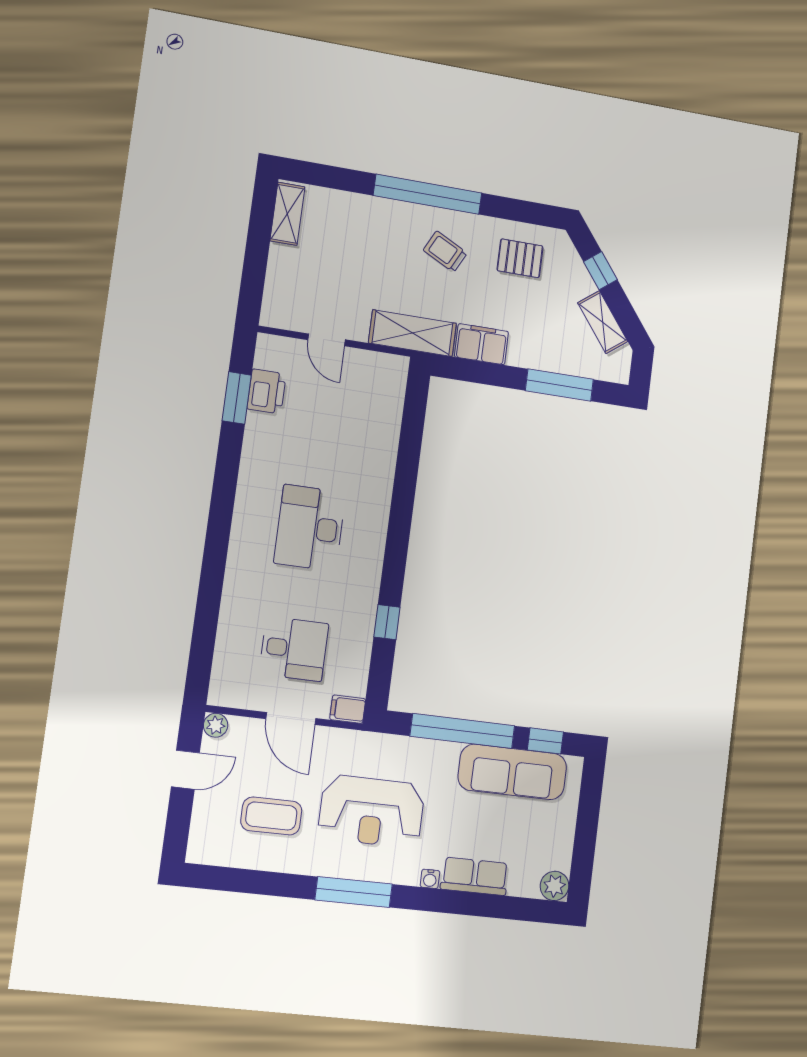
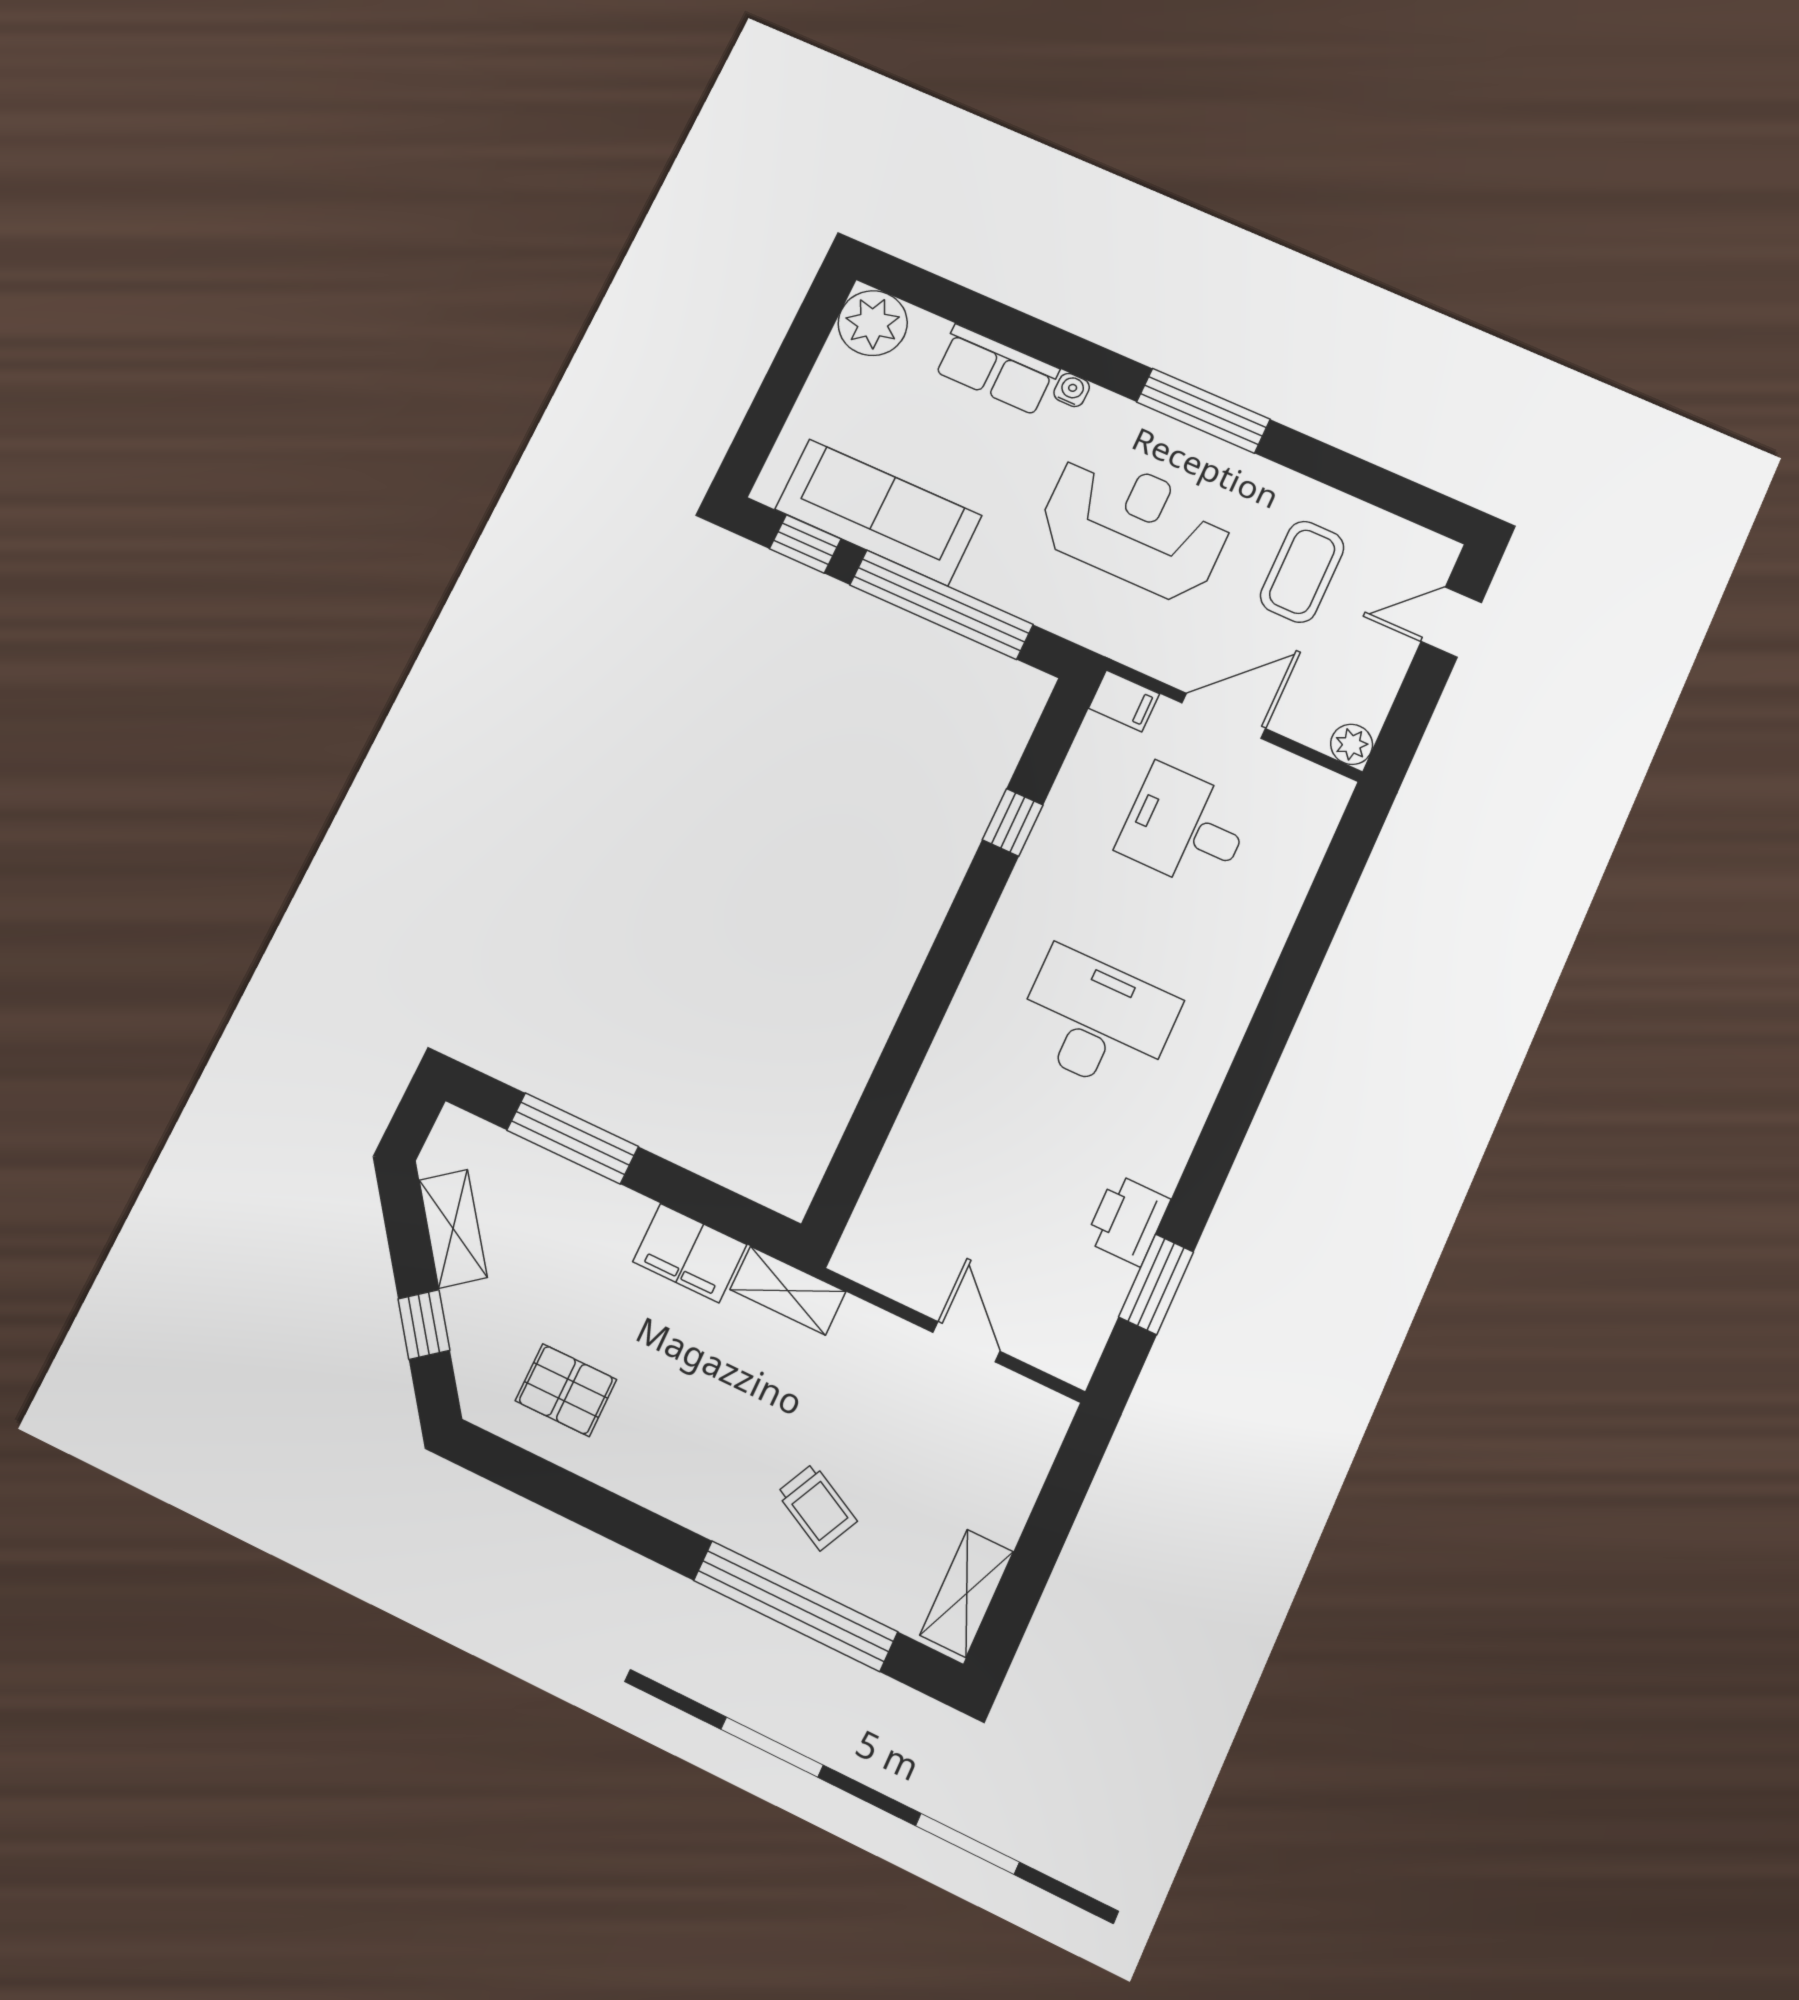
window: (428, 194) -> (795, 1606), moved
trolley: (445, 252) -> (817, 1507), moved
shelving: (413, 333) -> (788, 1291), width x0.67, depth x0.75
printer: (267, 391) -> (1128, 1220), moved
desk: (310, 528) -> (1096, 1021), turned -90
door: (291, 719) -> (1224, 716), hinge flipped
door: (185, 770) -> (1451, 622), moved
coffee table: (271, 816) -> (1302, 572), turned 90
plant: (554, 886) -> (873, 323), width x1.36, depth x1.36

